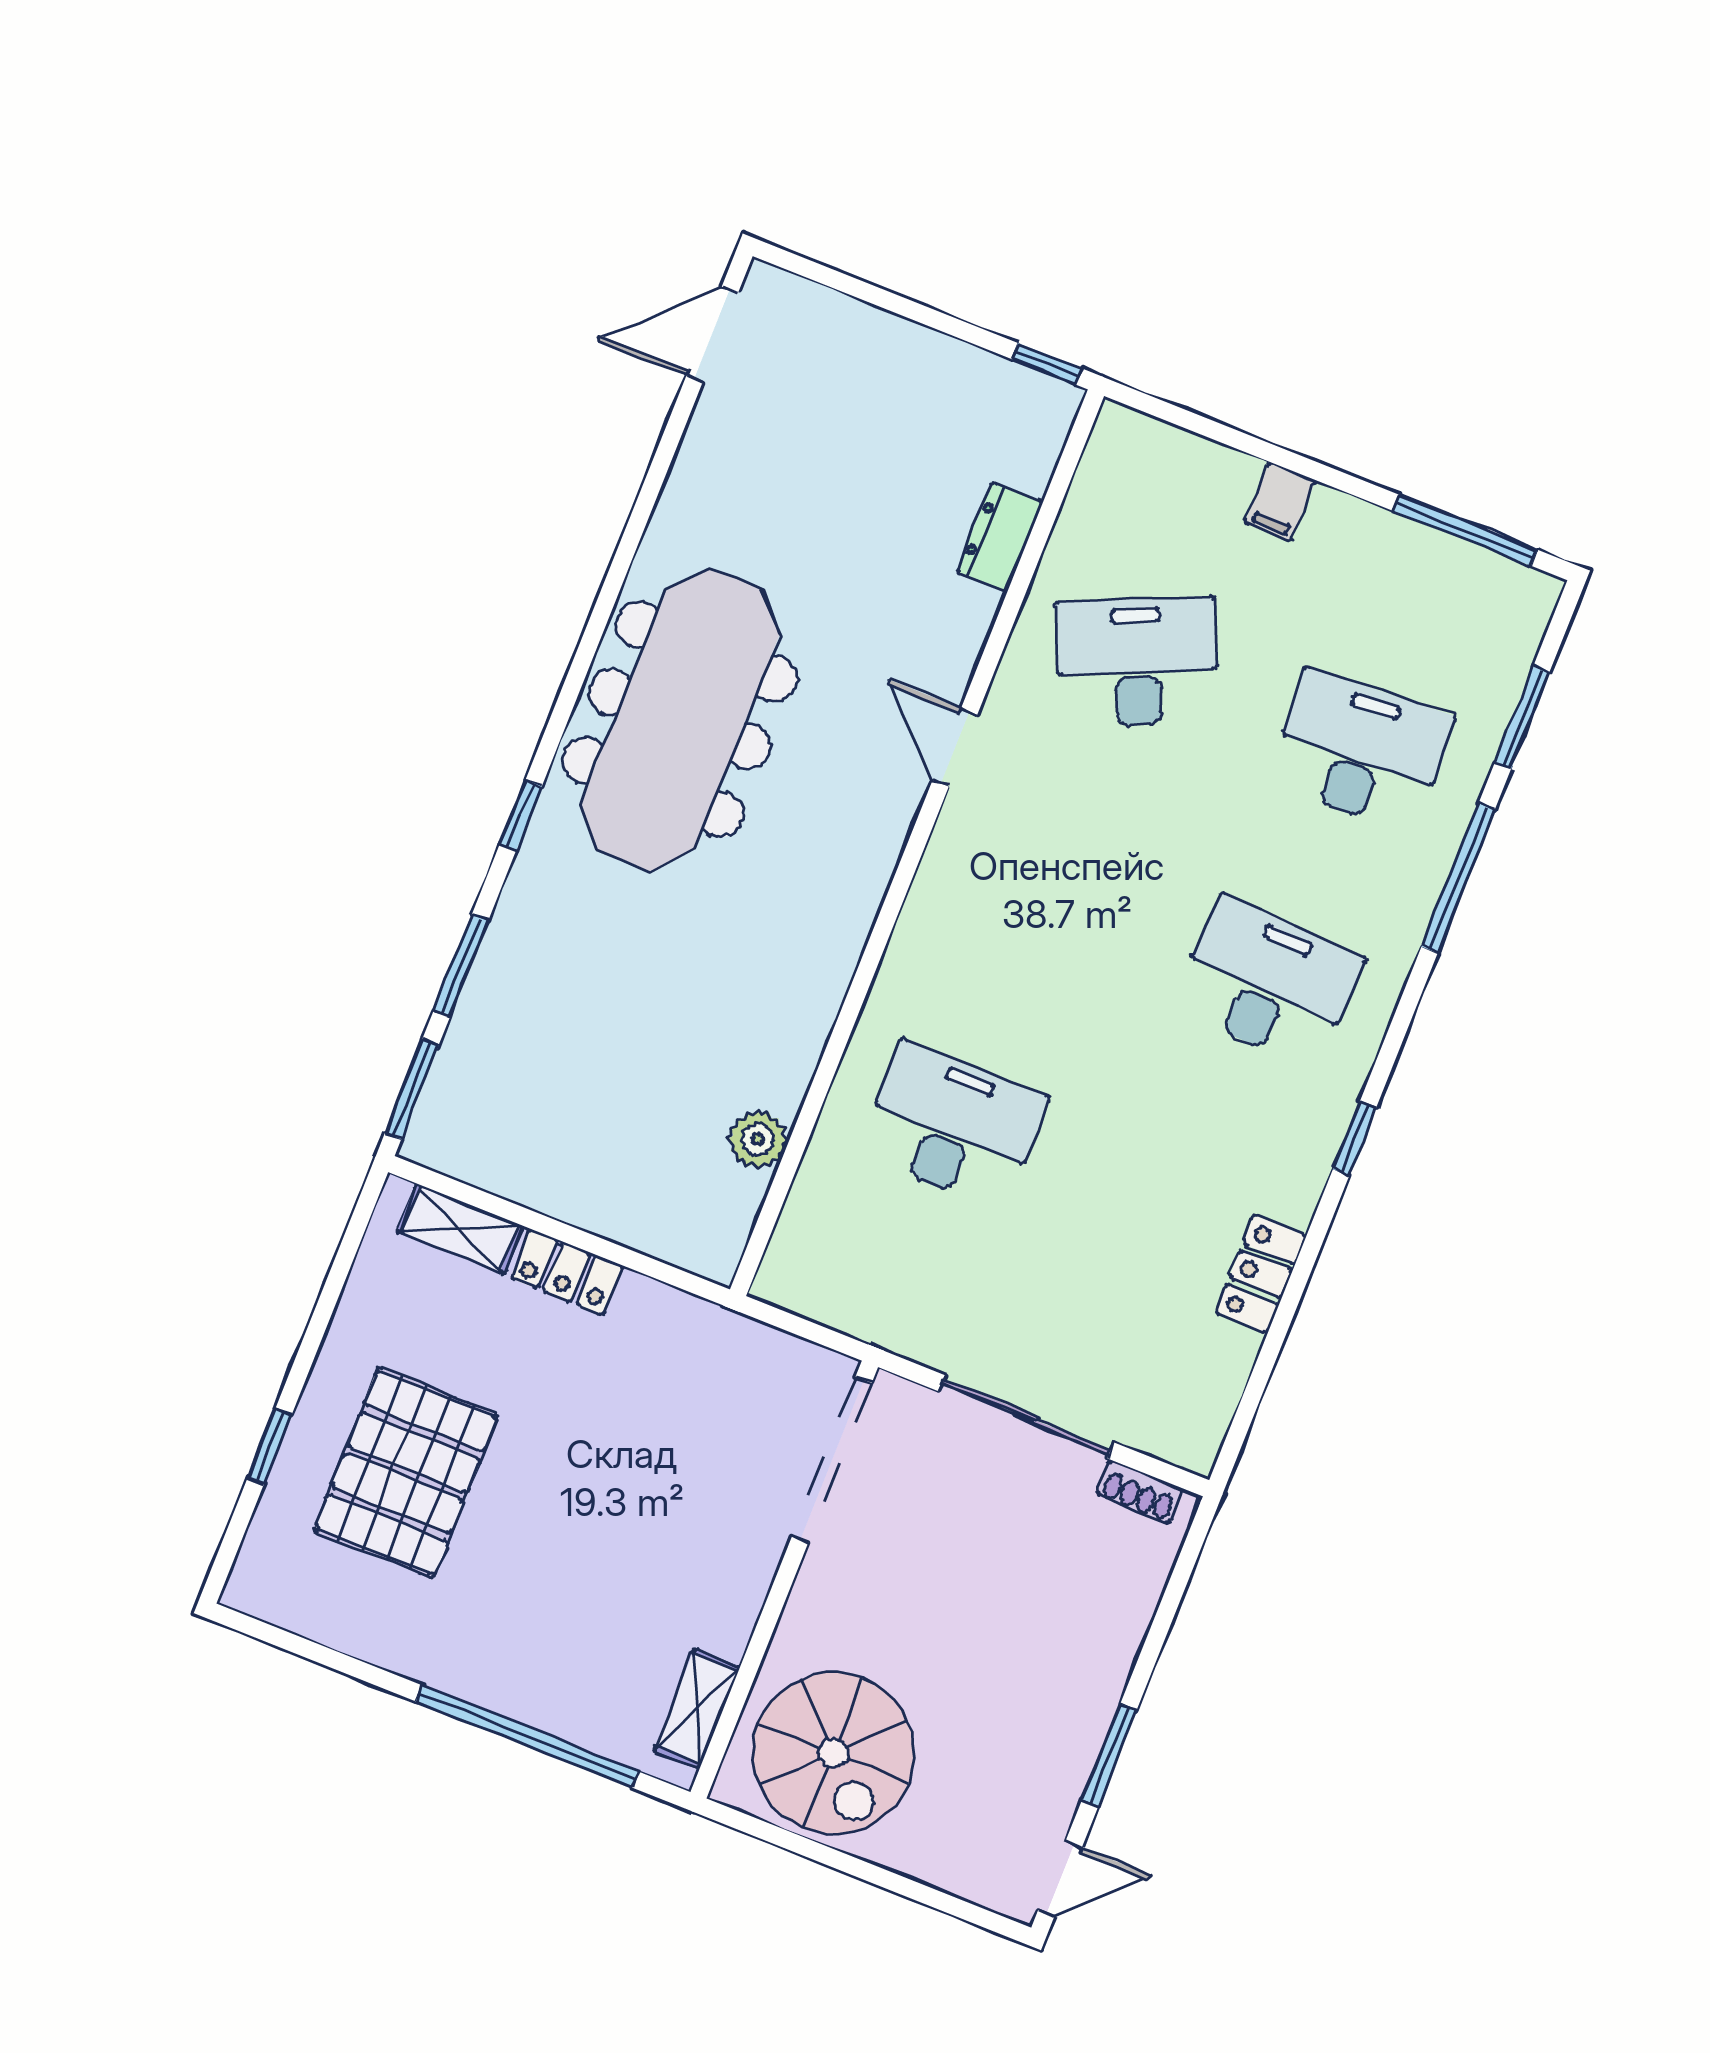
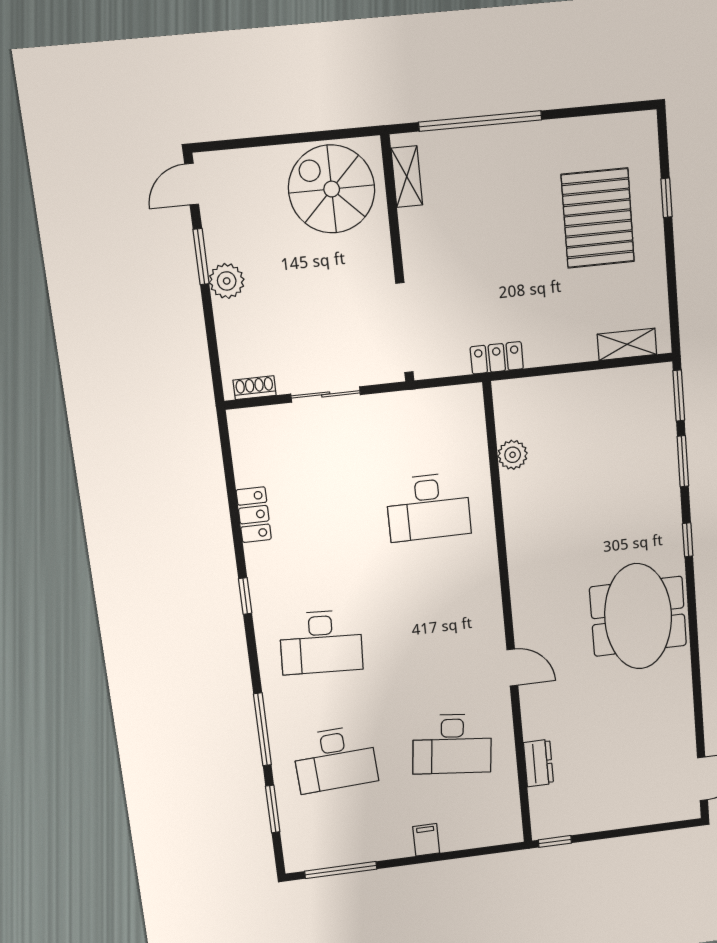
desk: (1137, 662) -> (452, 744), turned 30
meeting table: (680, 720) -> (638, 616), width x0.73
locker: (567, 1272) -> (497, 358), moved
sliding door: (1026, 1417) -> (326, 394), width x0.73
plant: (1089, 1693) -> (227, 281), added

